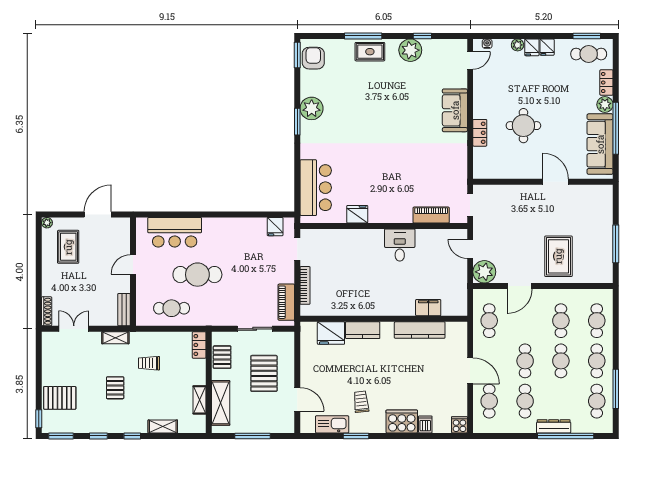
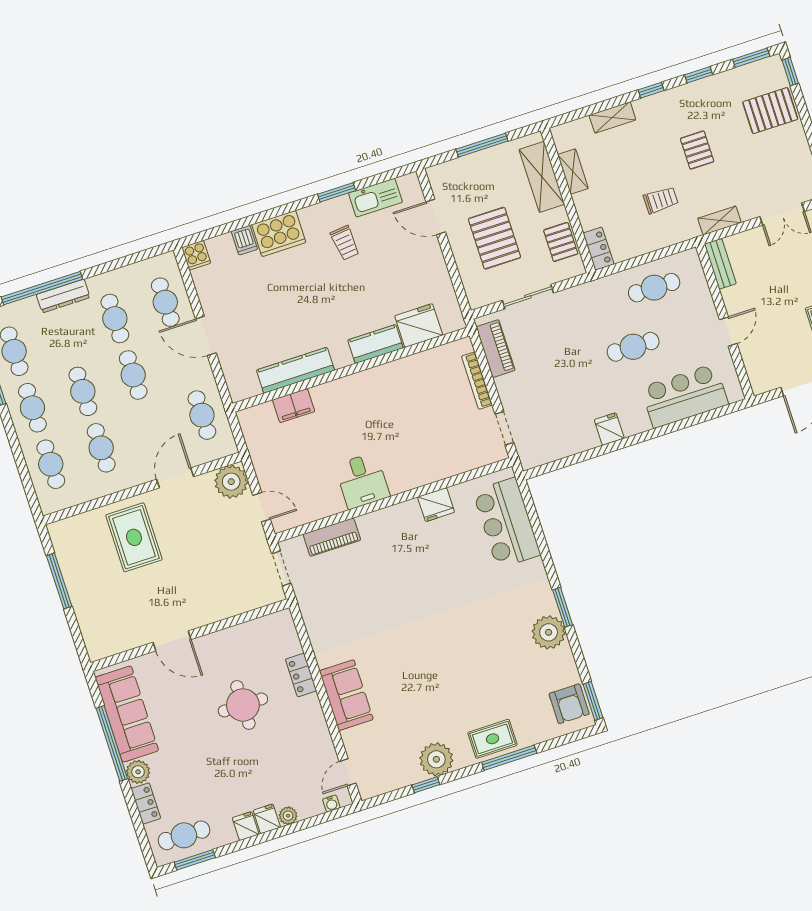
fridge: (275, 227) -> (609, 429), moved
cafe table: (197, 275) -> (633, 347), width x0.73, depth x0.74

